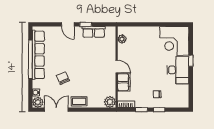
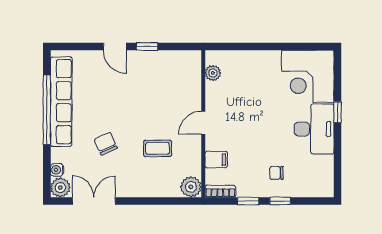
row of seats: (94, 32) -> (161, 60), removed
door: (117, 67) -> (203, 123), swing flipped
filing cabinet: (124, 82) -> (216, 160), width x0.50
coffee table: (79, 101) -> (158, 148), moved

